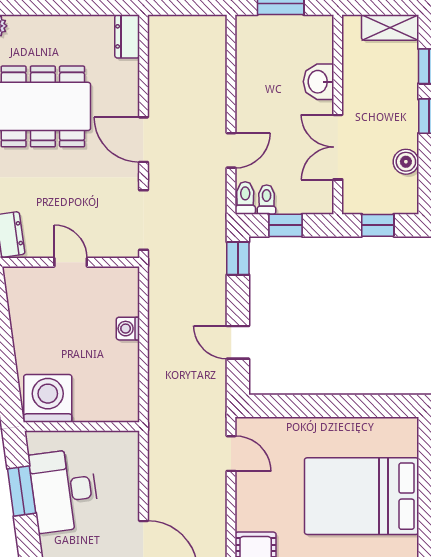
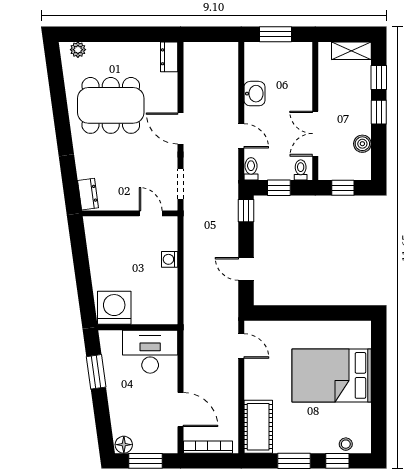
washbasin: (319, 82) -> (255, 94), moved, turned 180
door: (231, 150) -> (241, 136), hinge flipped
toilet: (267, 200) -> (301, 170), moved
doorway: (143, 220) -> (181, 184), width x0.73
door: (71, 262) -> (151, 213), moved
desk: (64, 490) -> (150, 352), moved, turned 98

